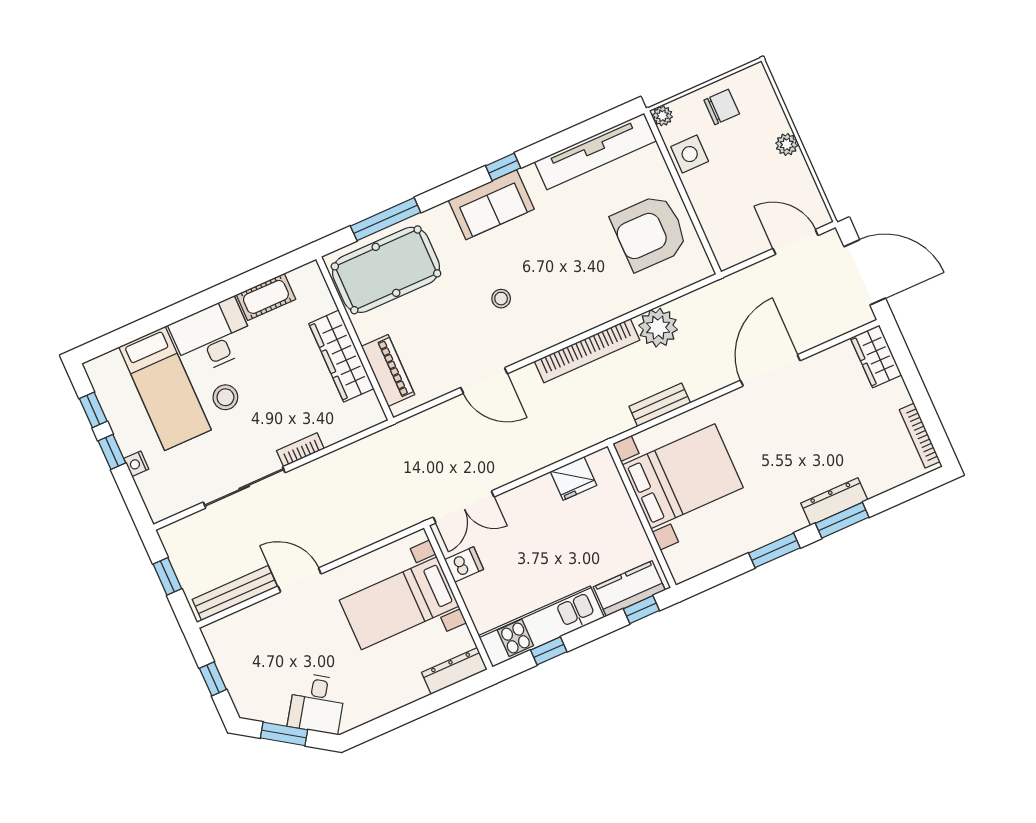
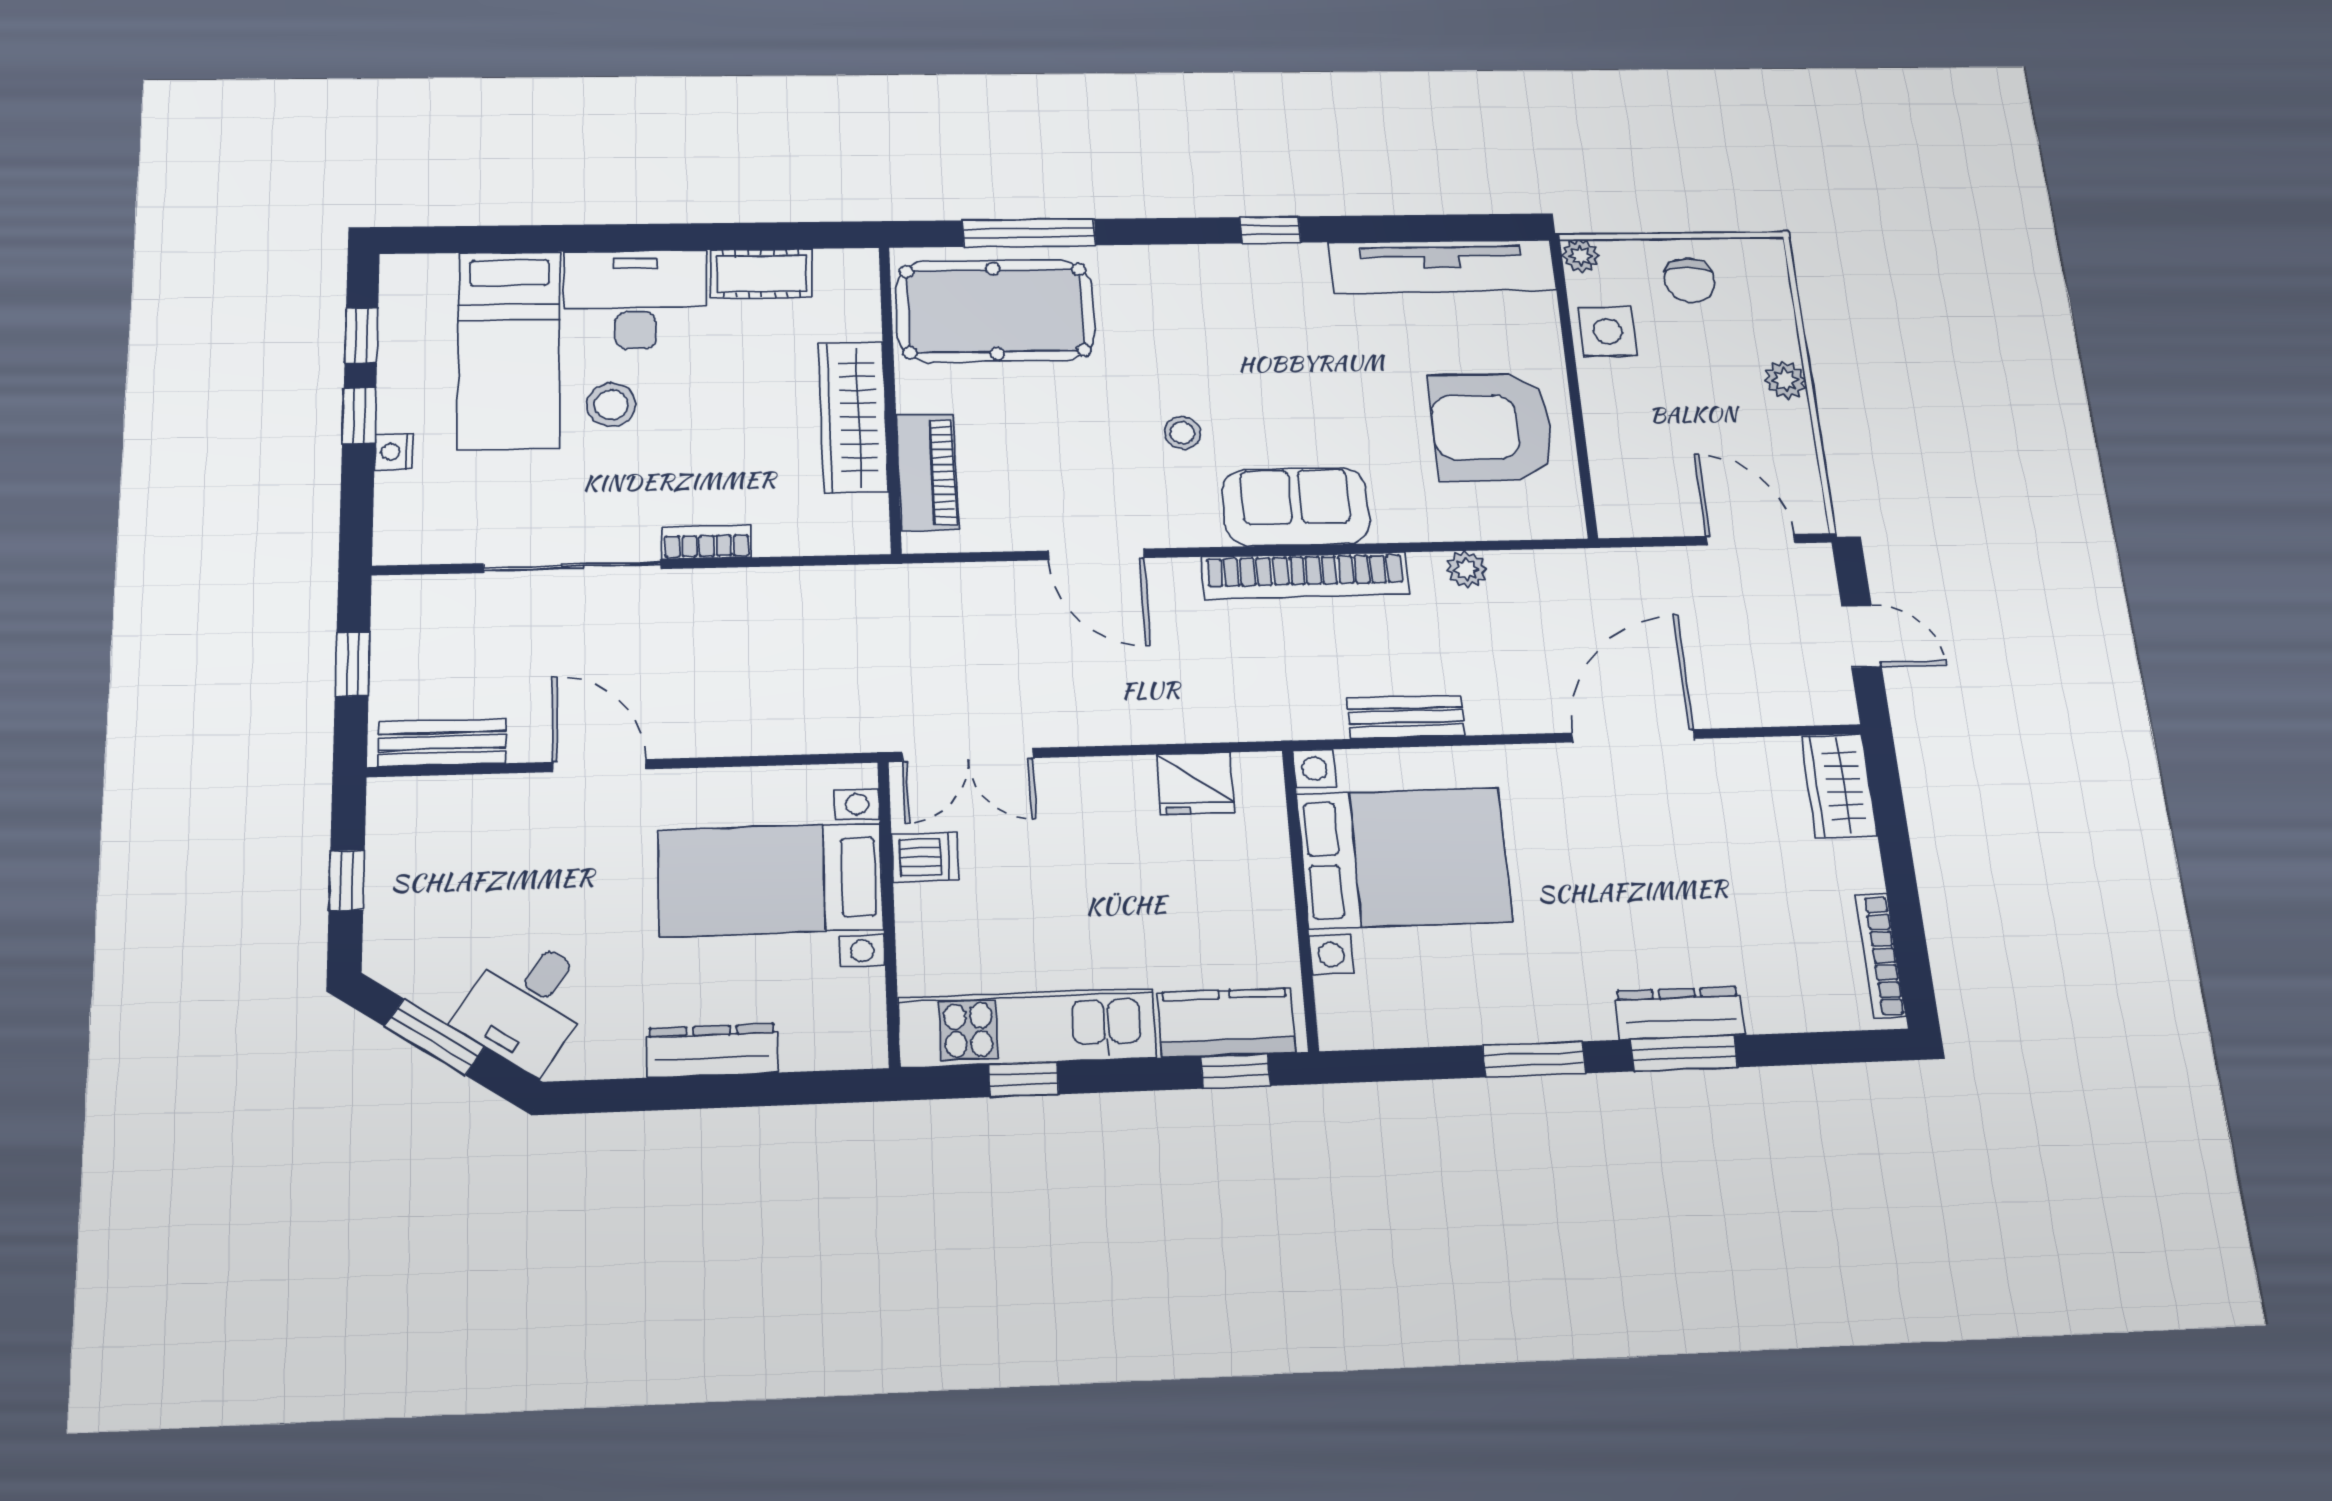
chair: (722, 107) -> (1689, 281), turned 90
sofa: (491, 205) -> (1296, 507), moved, turned 180
door: (865, 272) -> (1861, 636), width x0.53
plant: (658, 328) -> (1466, 569), width x0.53, depth x0.53
bench: (235, 593) -> (442, 743), width x0.73
dresser: (454, 671) -> (712, 1050), moved

